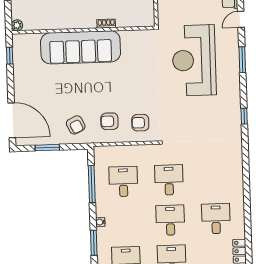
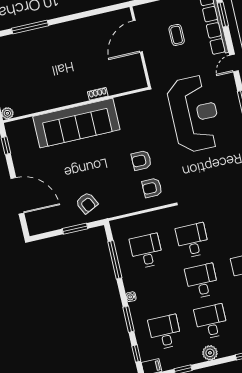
reception desk: (194, 60) -> (194, 114), turned 180
door: (12, 120) -> (17, 196), moved
armchair: (109, 121) -> (141, 160), moved
window: (47, 148) -> (75, 229), moved

